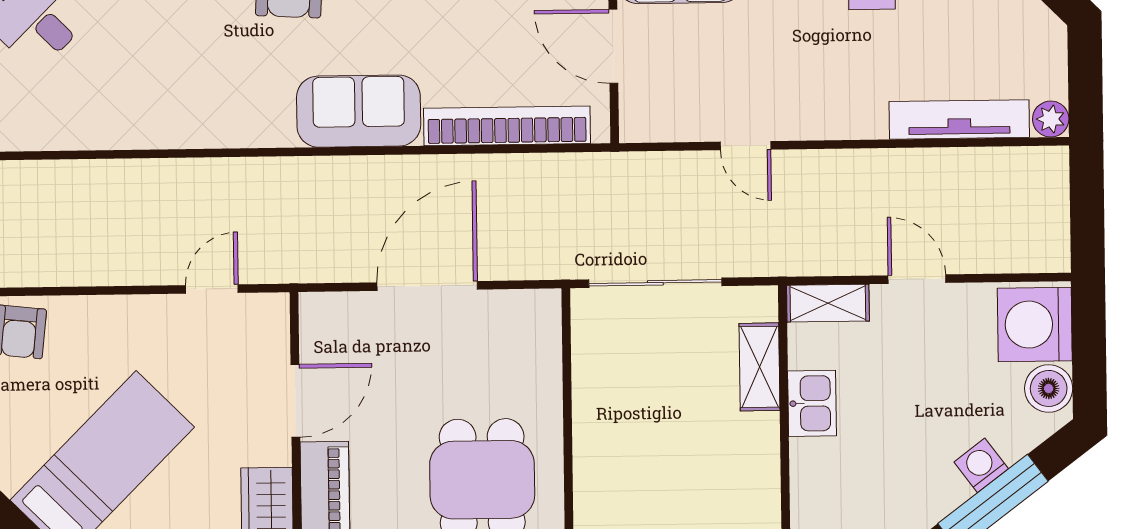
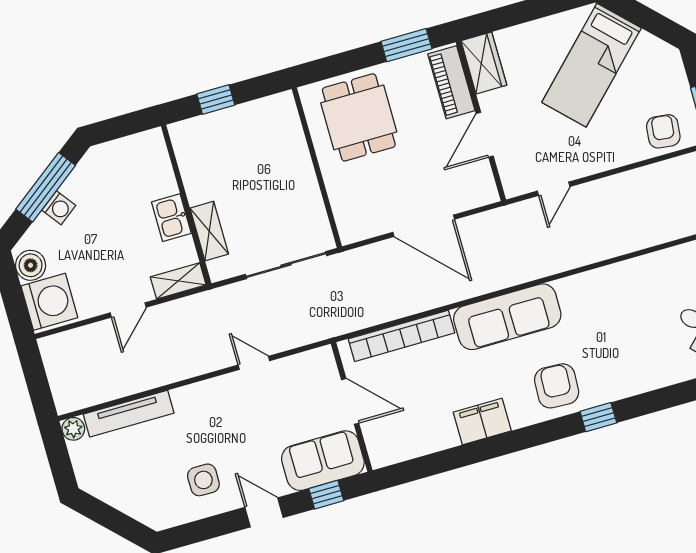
sofa: (359, 111) -> (507, 317), width x1.36
door: (917, 279) -> (128, 310), hinge flipped
door: (427, 286) -> (424, 226), hinge flipped

